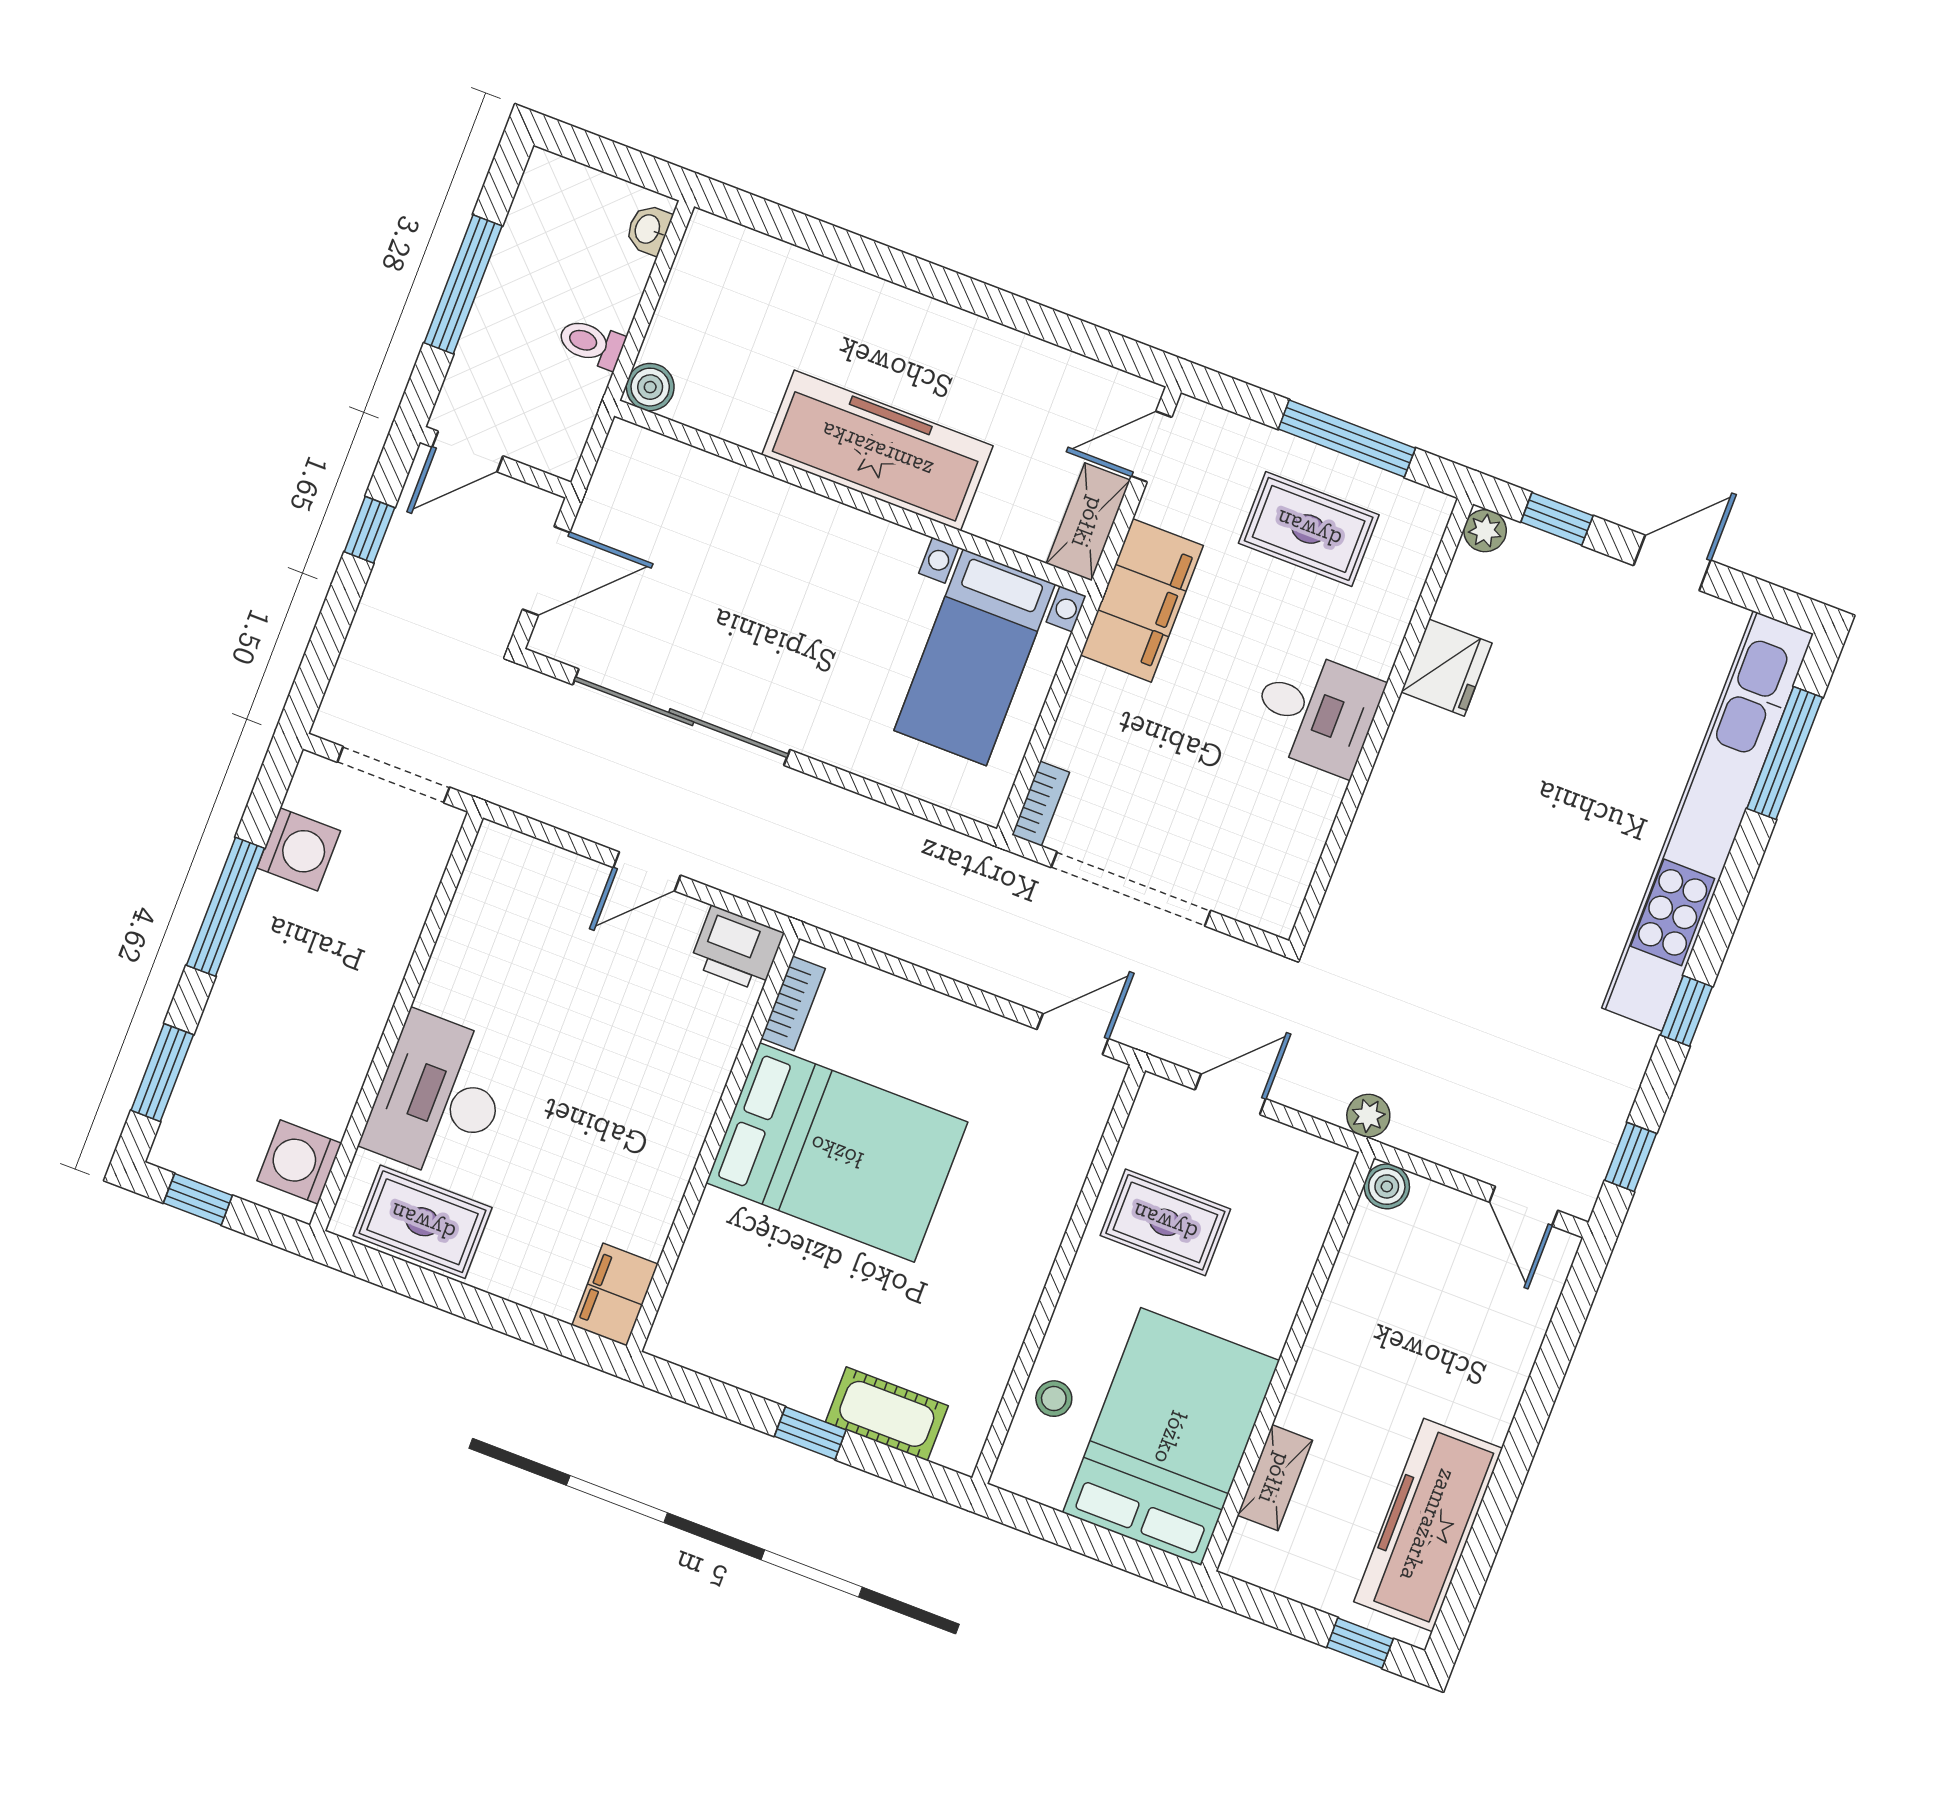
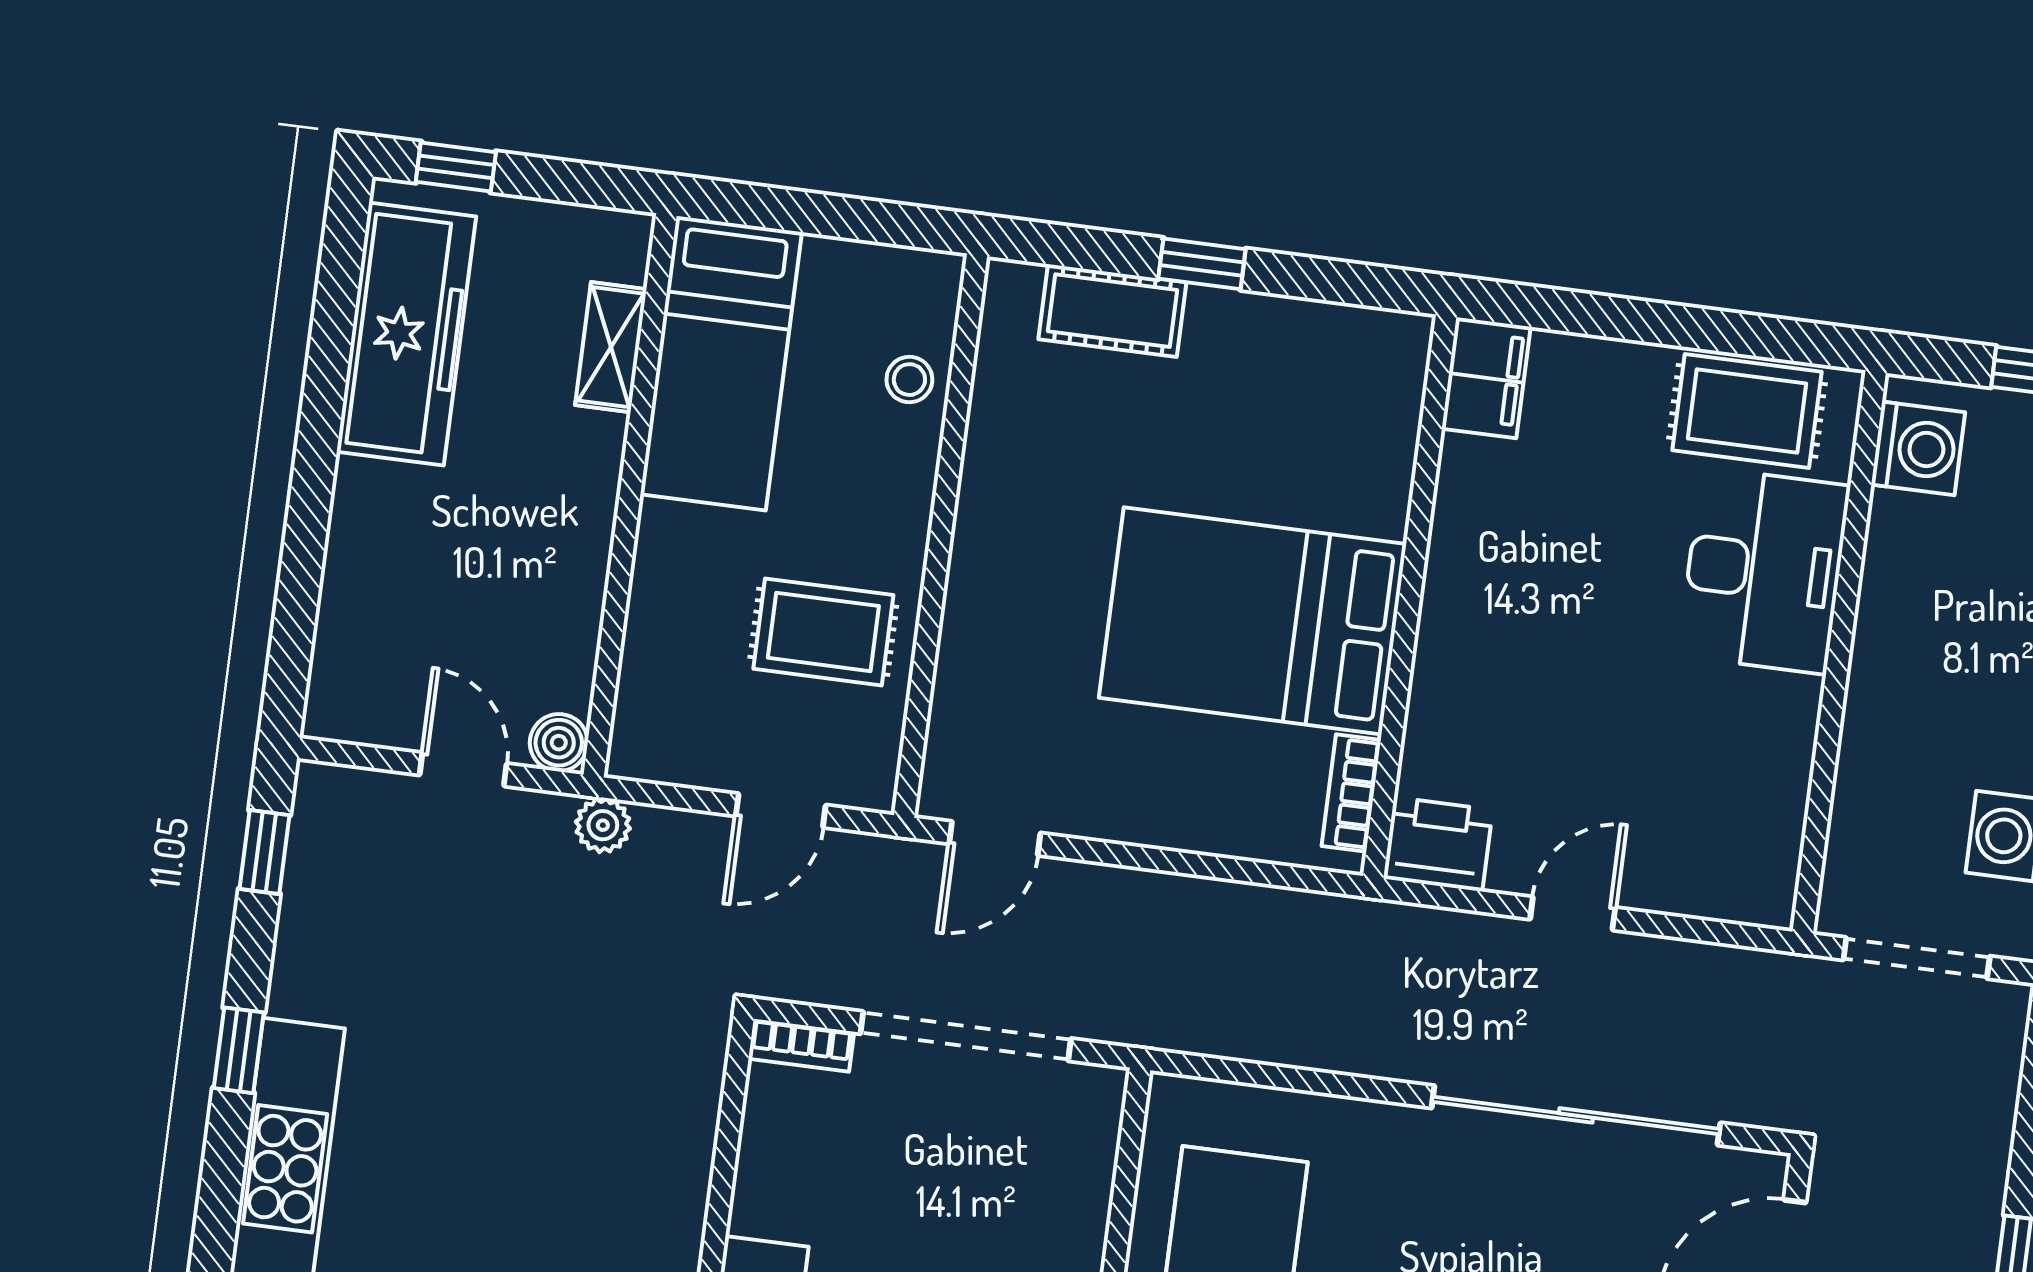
bookcase: (1041, 804) -> (801, 1045), moved, turned -90
door: (1524, 1206) -> (463, 769), moved
bed: (1171, 1437) -> (721, 363), width x0.67

